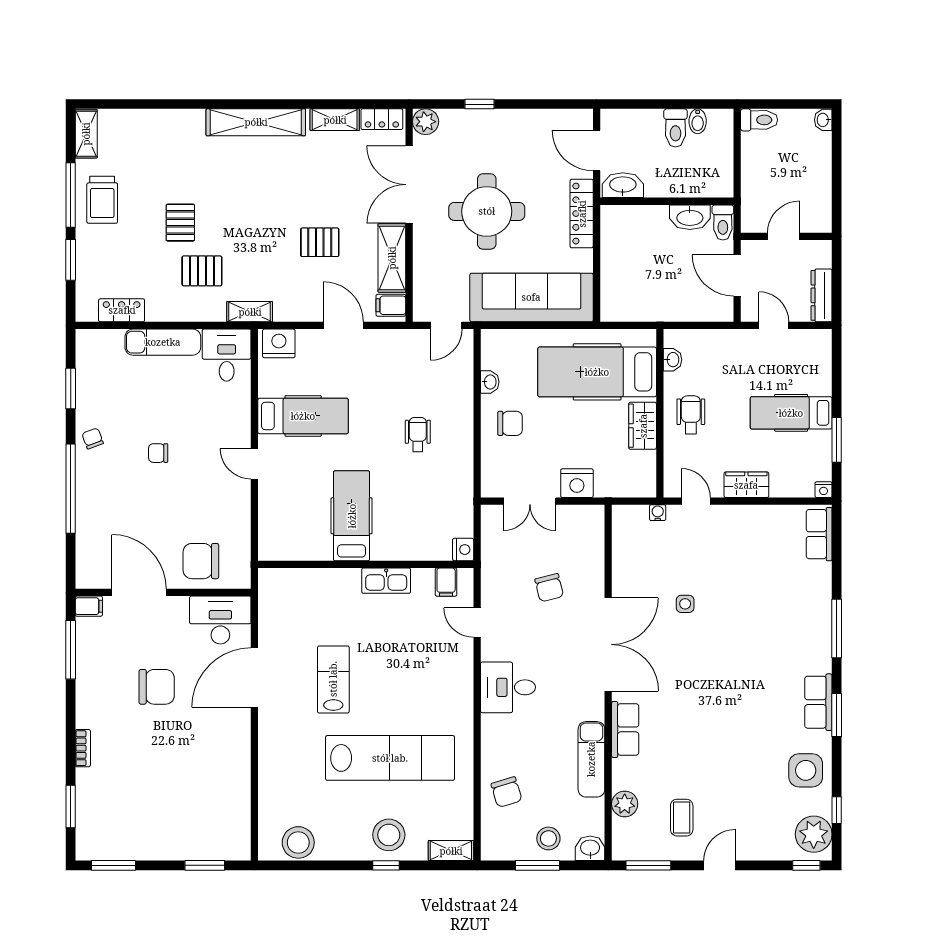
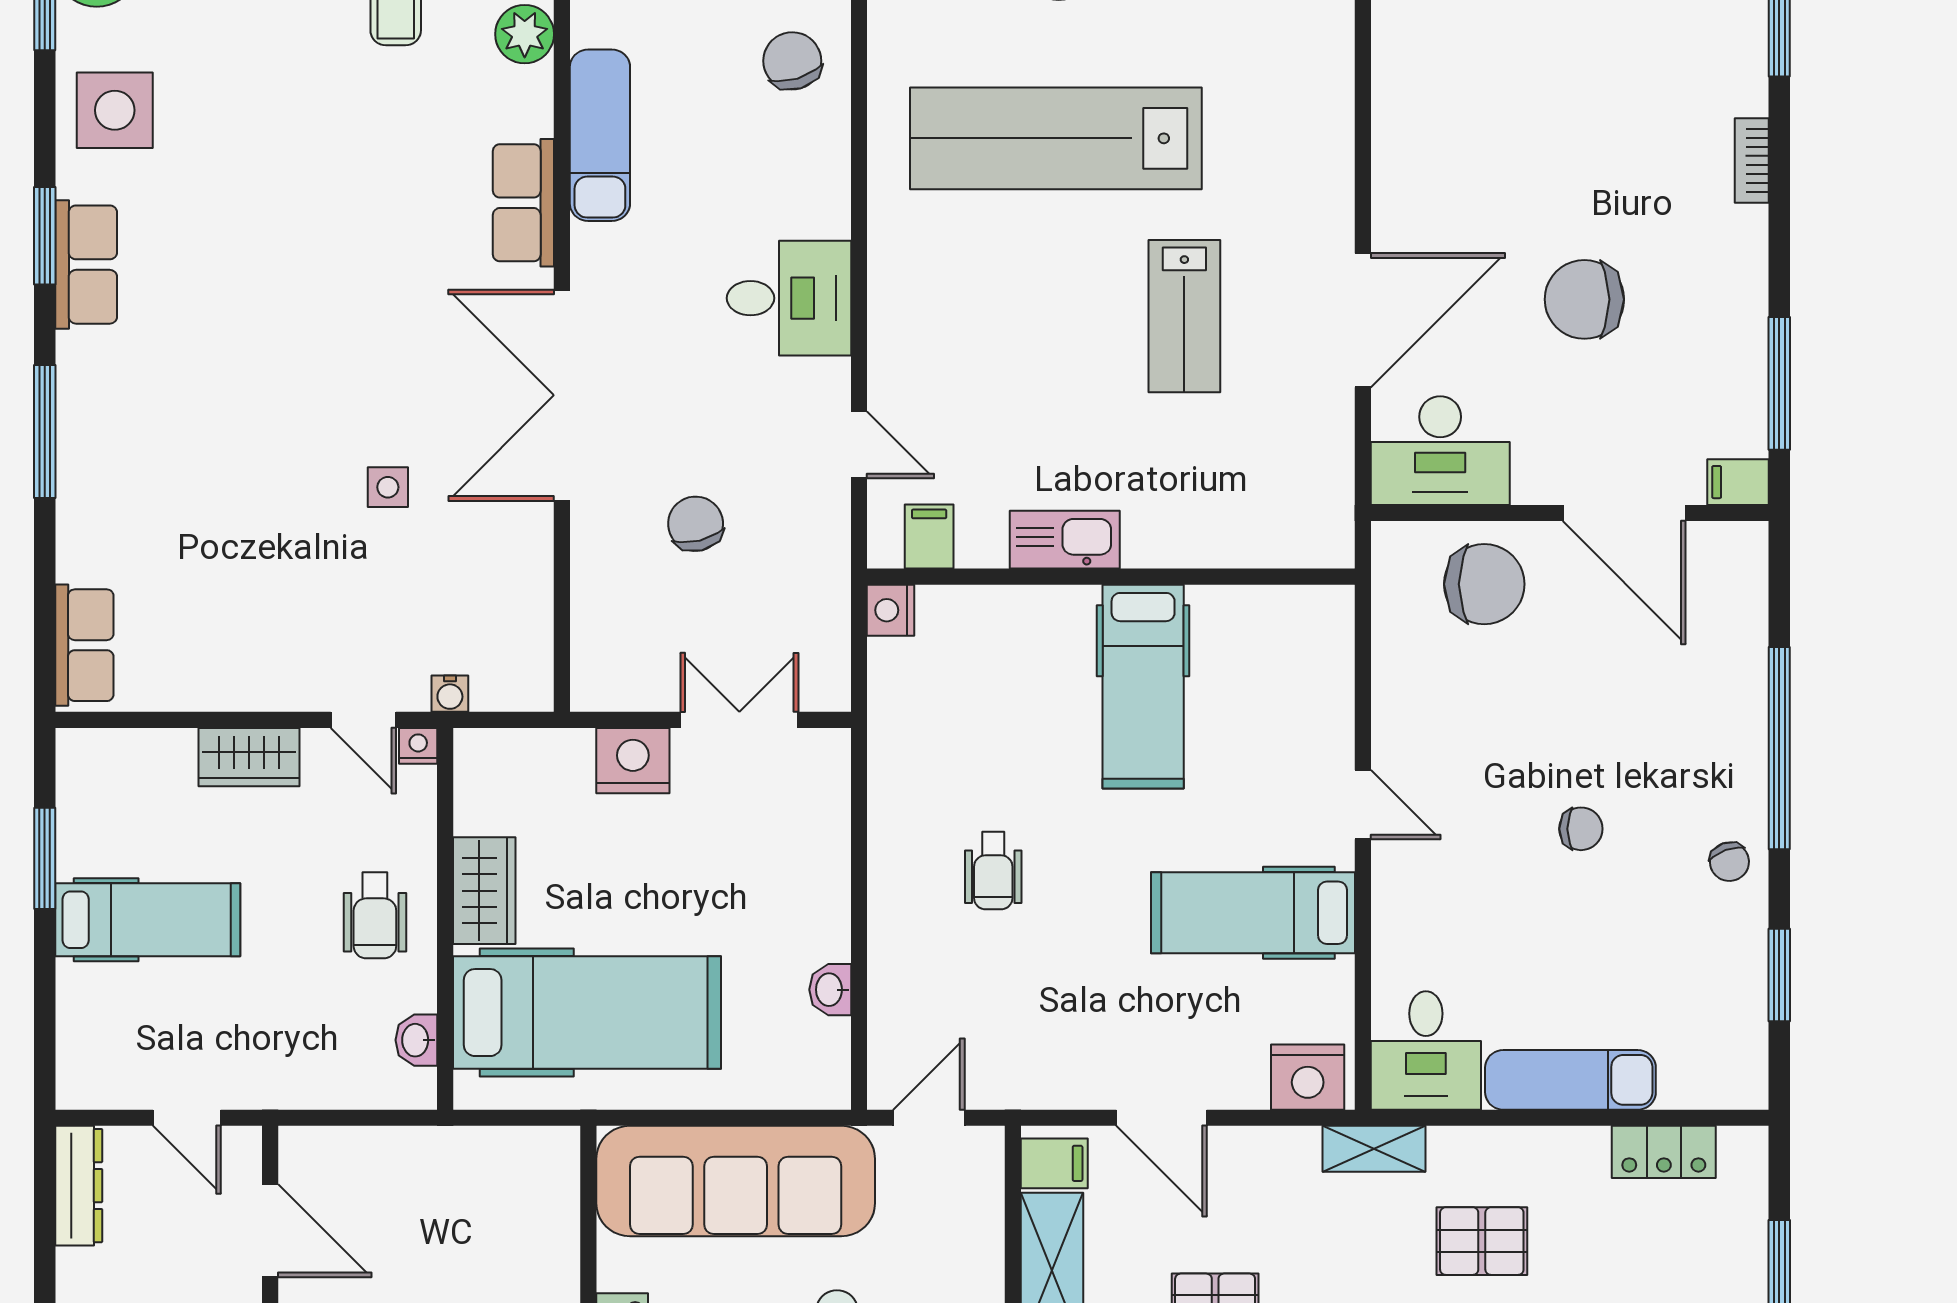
chair: (510, 423) -> (784, 896), removed
nightstand: (824, 490) -> (418, 746), moved

